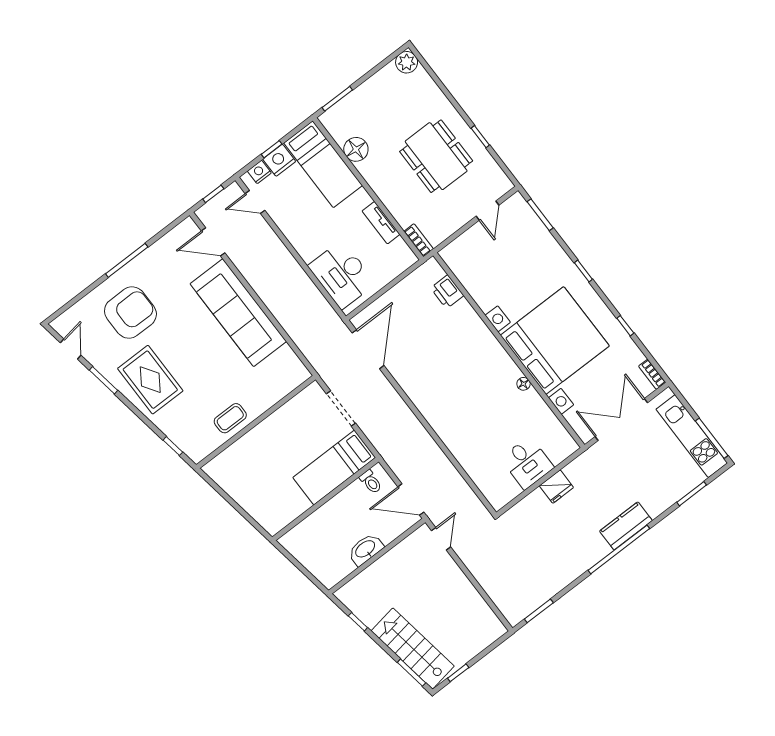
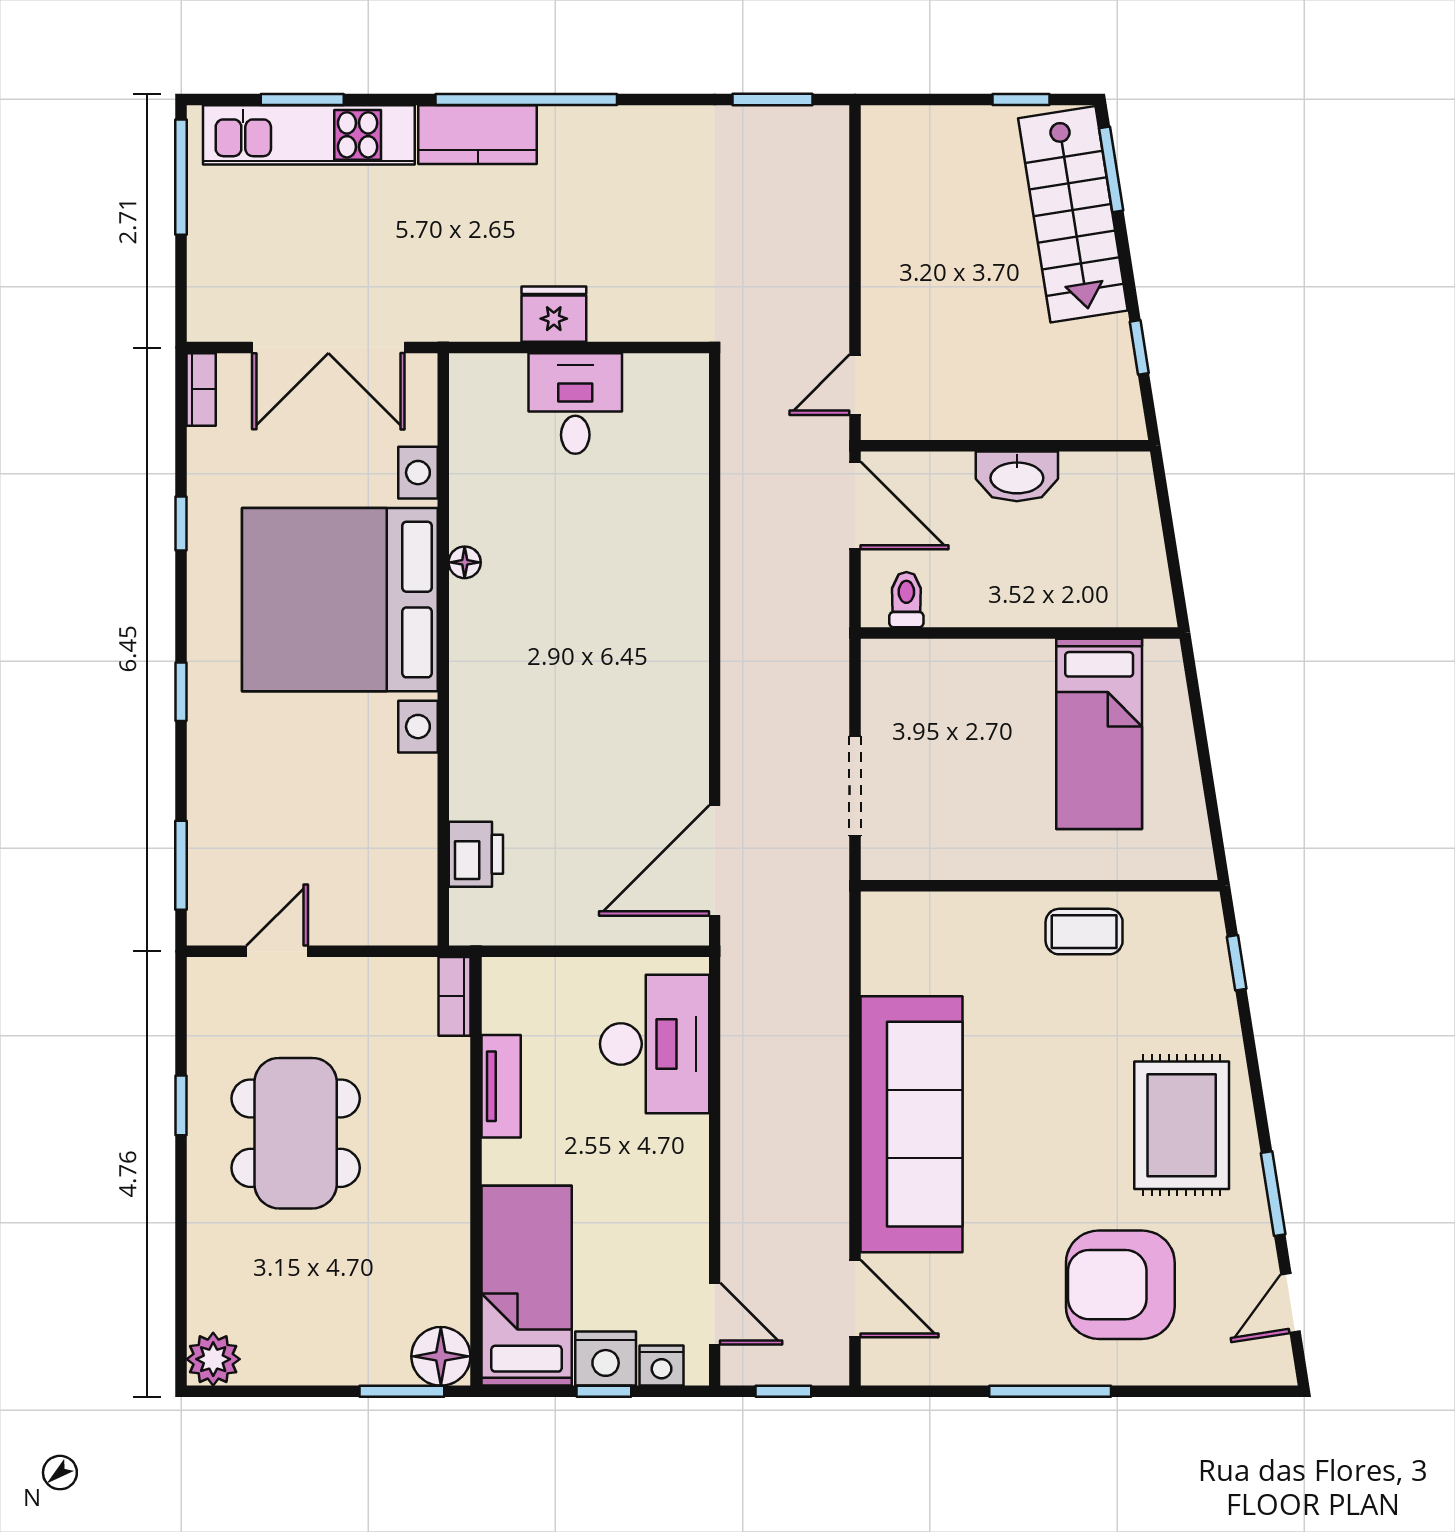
floor lamp: (356, 149) -> (441, 1356), moved
kitchen unit: (692, 436) -> (309, 135), moved, turned 90
bed: (334, 467) -> (1099, 734), moved, turned 90

